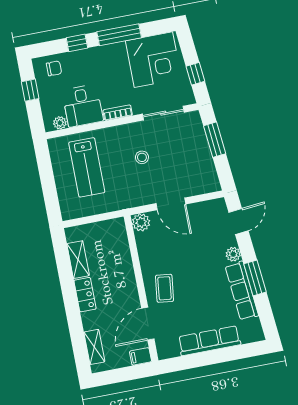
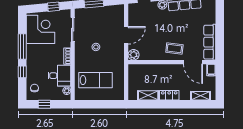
row of seats: (209, 341) -> (210, 42), moved

